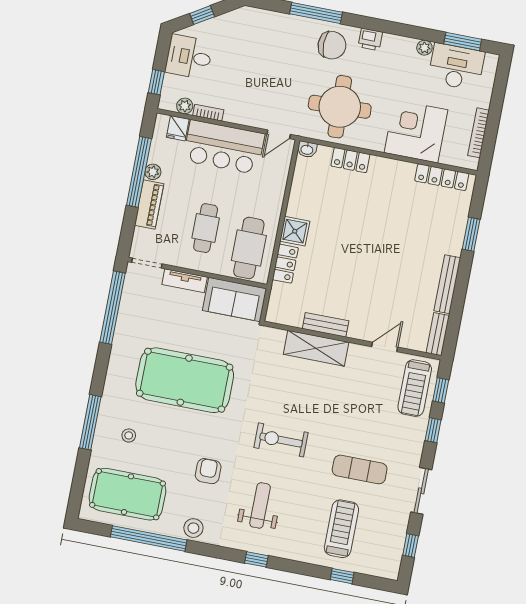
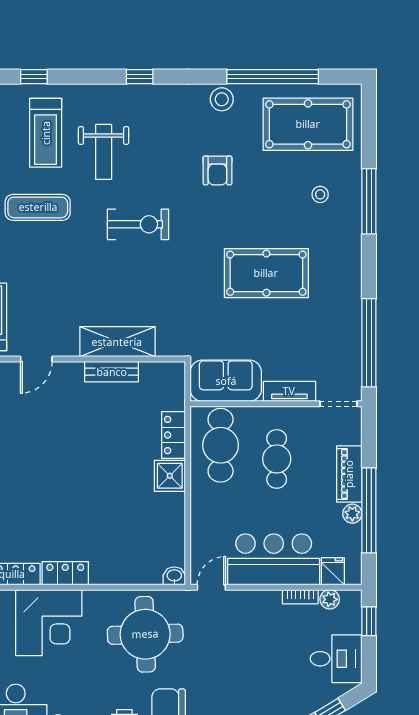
locker: (350, 160) -> (65, 573), moved
pool table: (185, 380) -> (266, 273), width x0.73, depth x0.76
weight bench: (260, 505) -> (104, 152), moved

